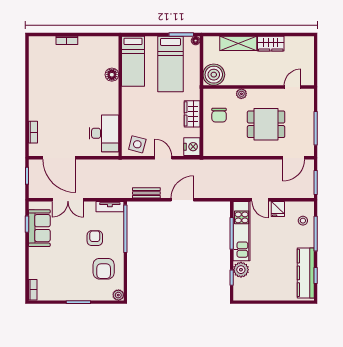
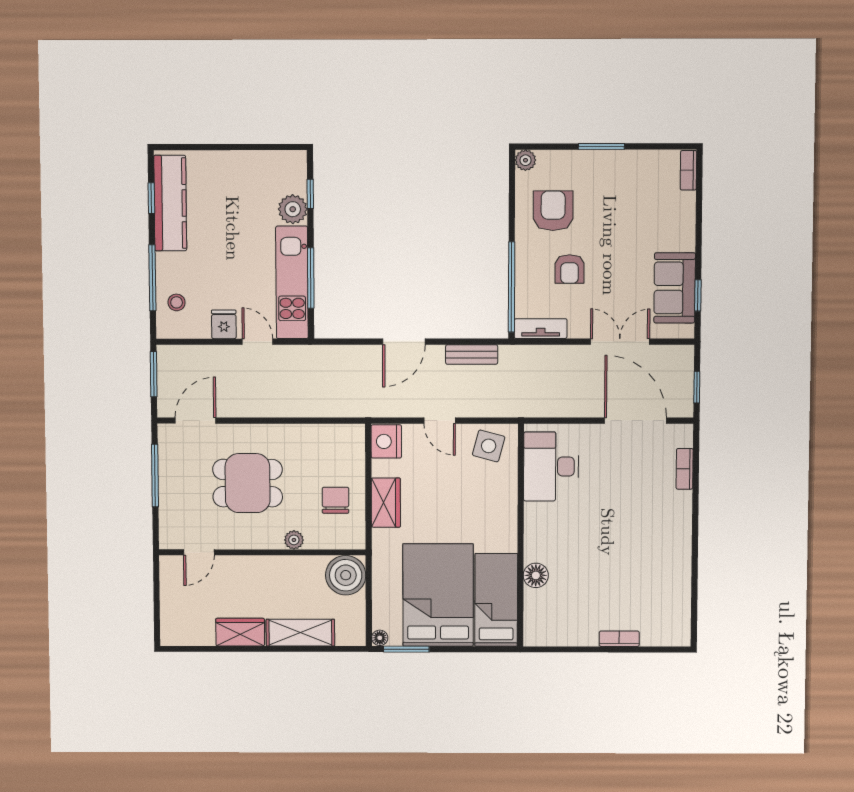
bed: (170, 64) -> (438, 595), width x1.50

